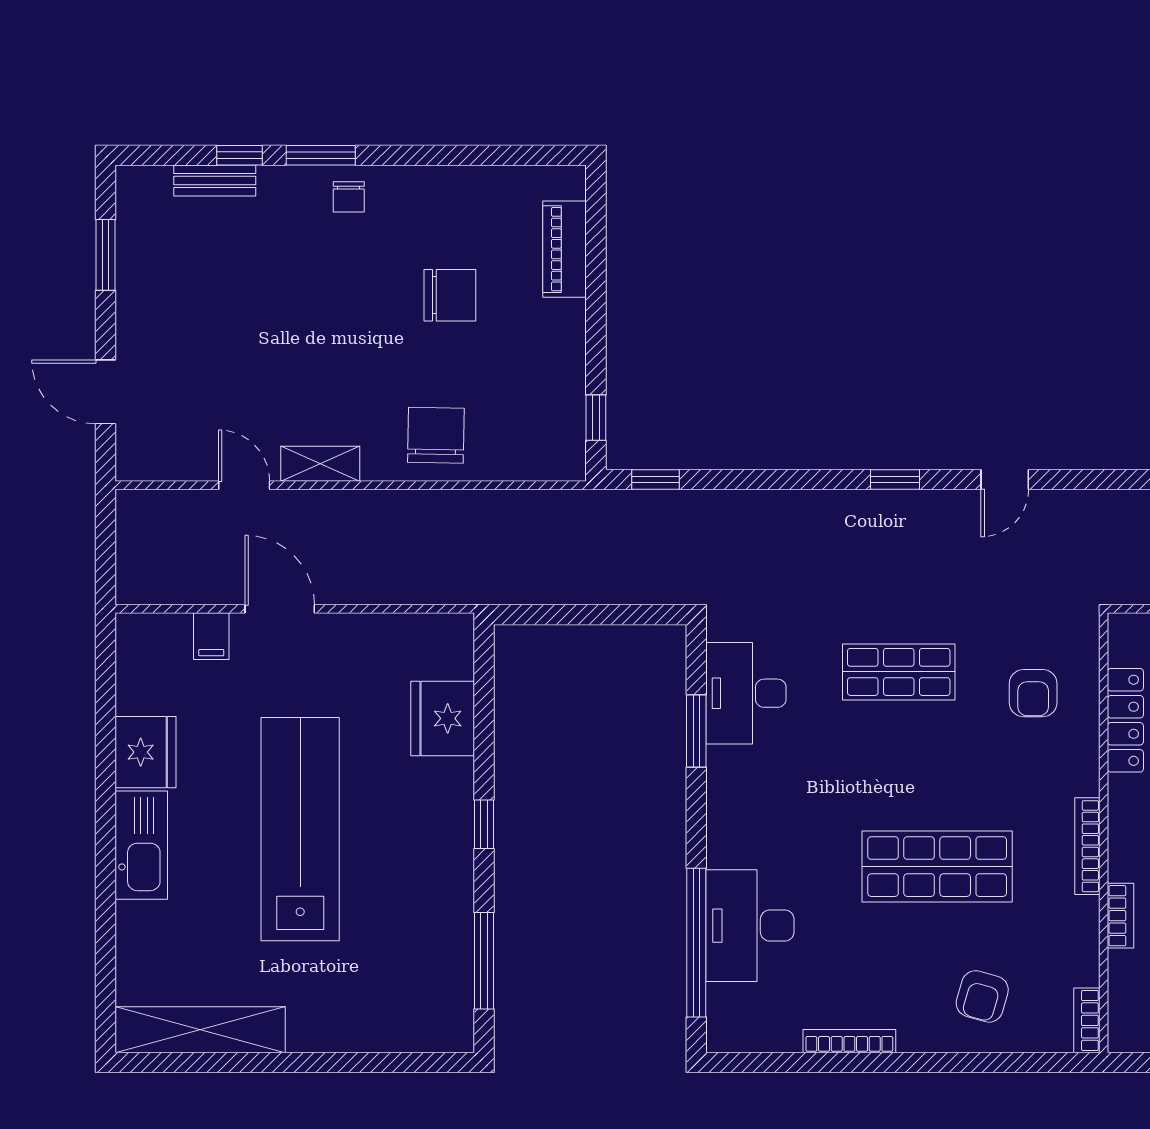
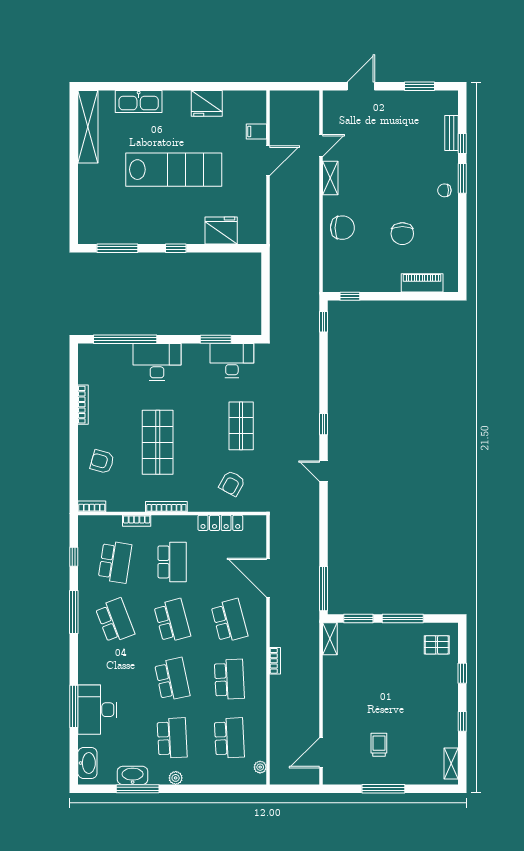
armchair: (1033, 693) -> (232, 483), turned -61
kitchen sink: (141, 845) -> (139, 101), moved
desk: (750, 926) -> (157, 362), moved

